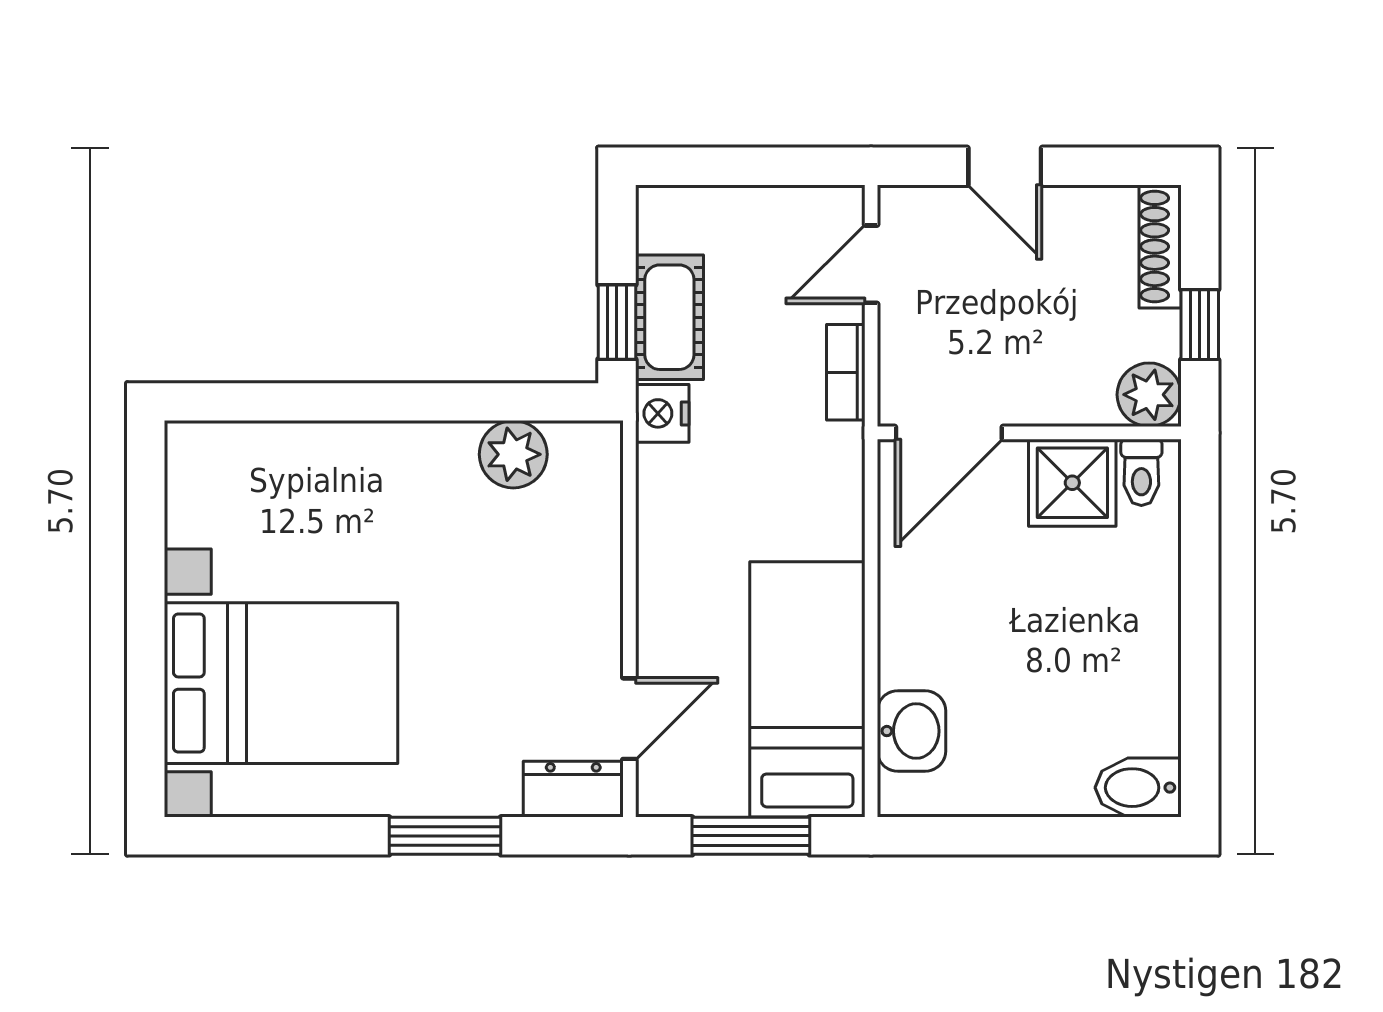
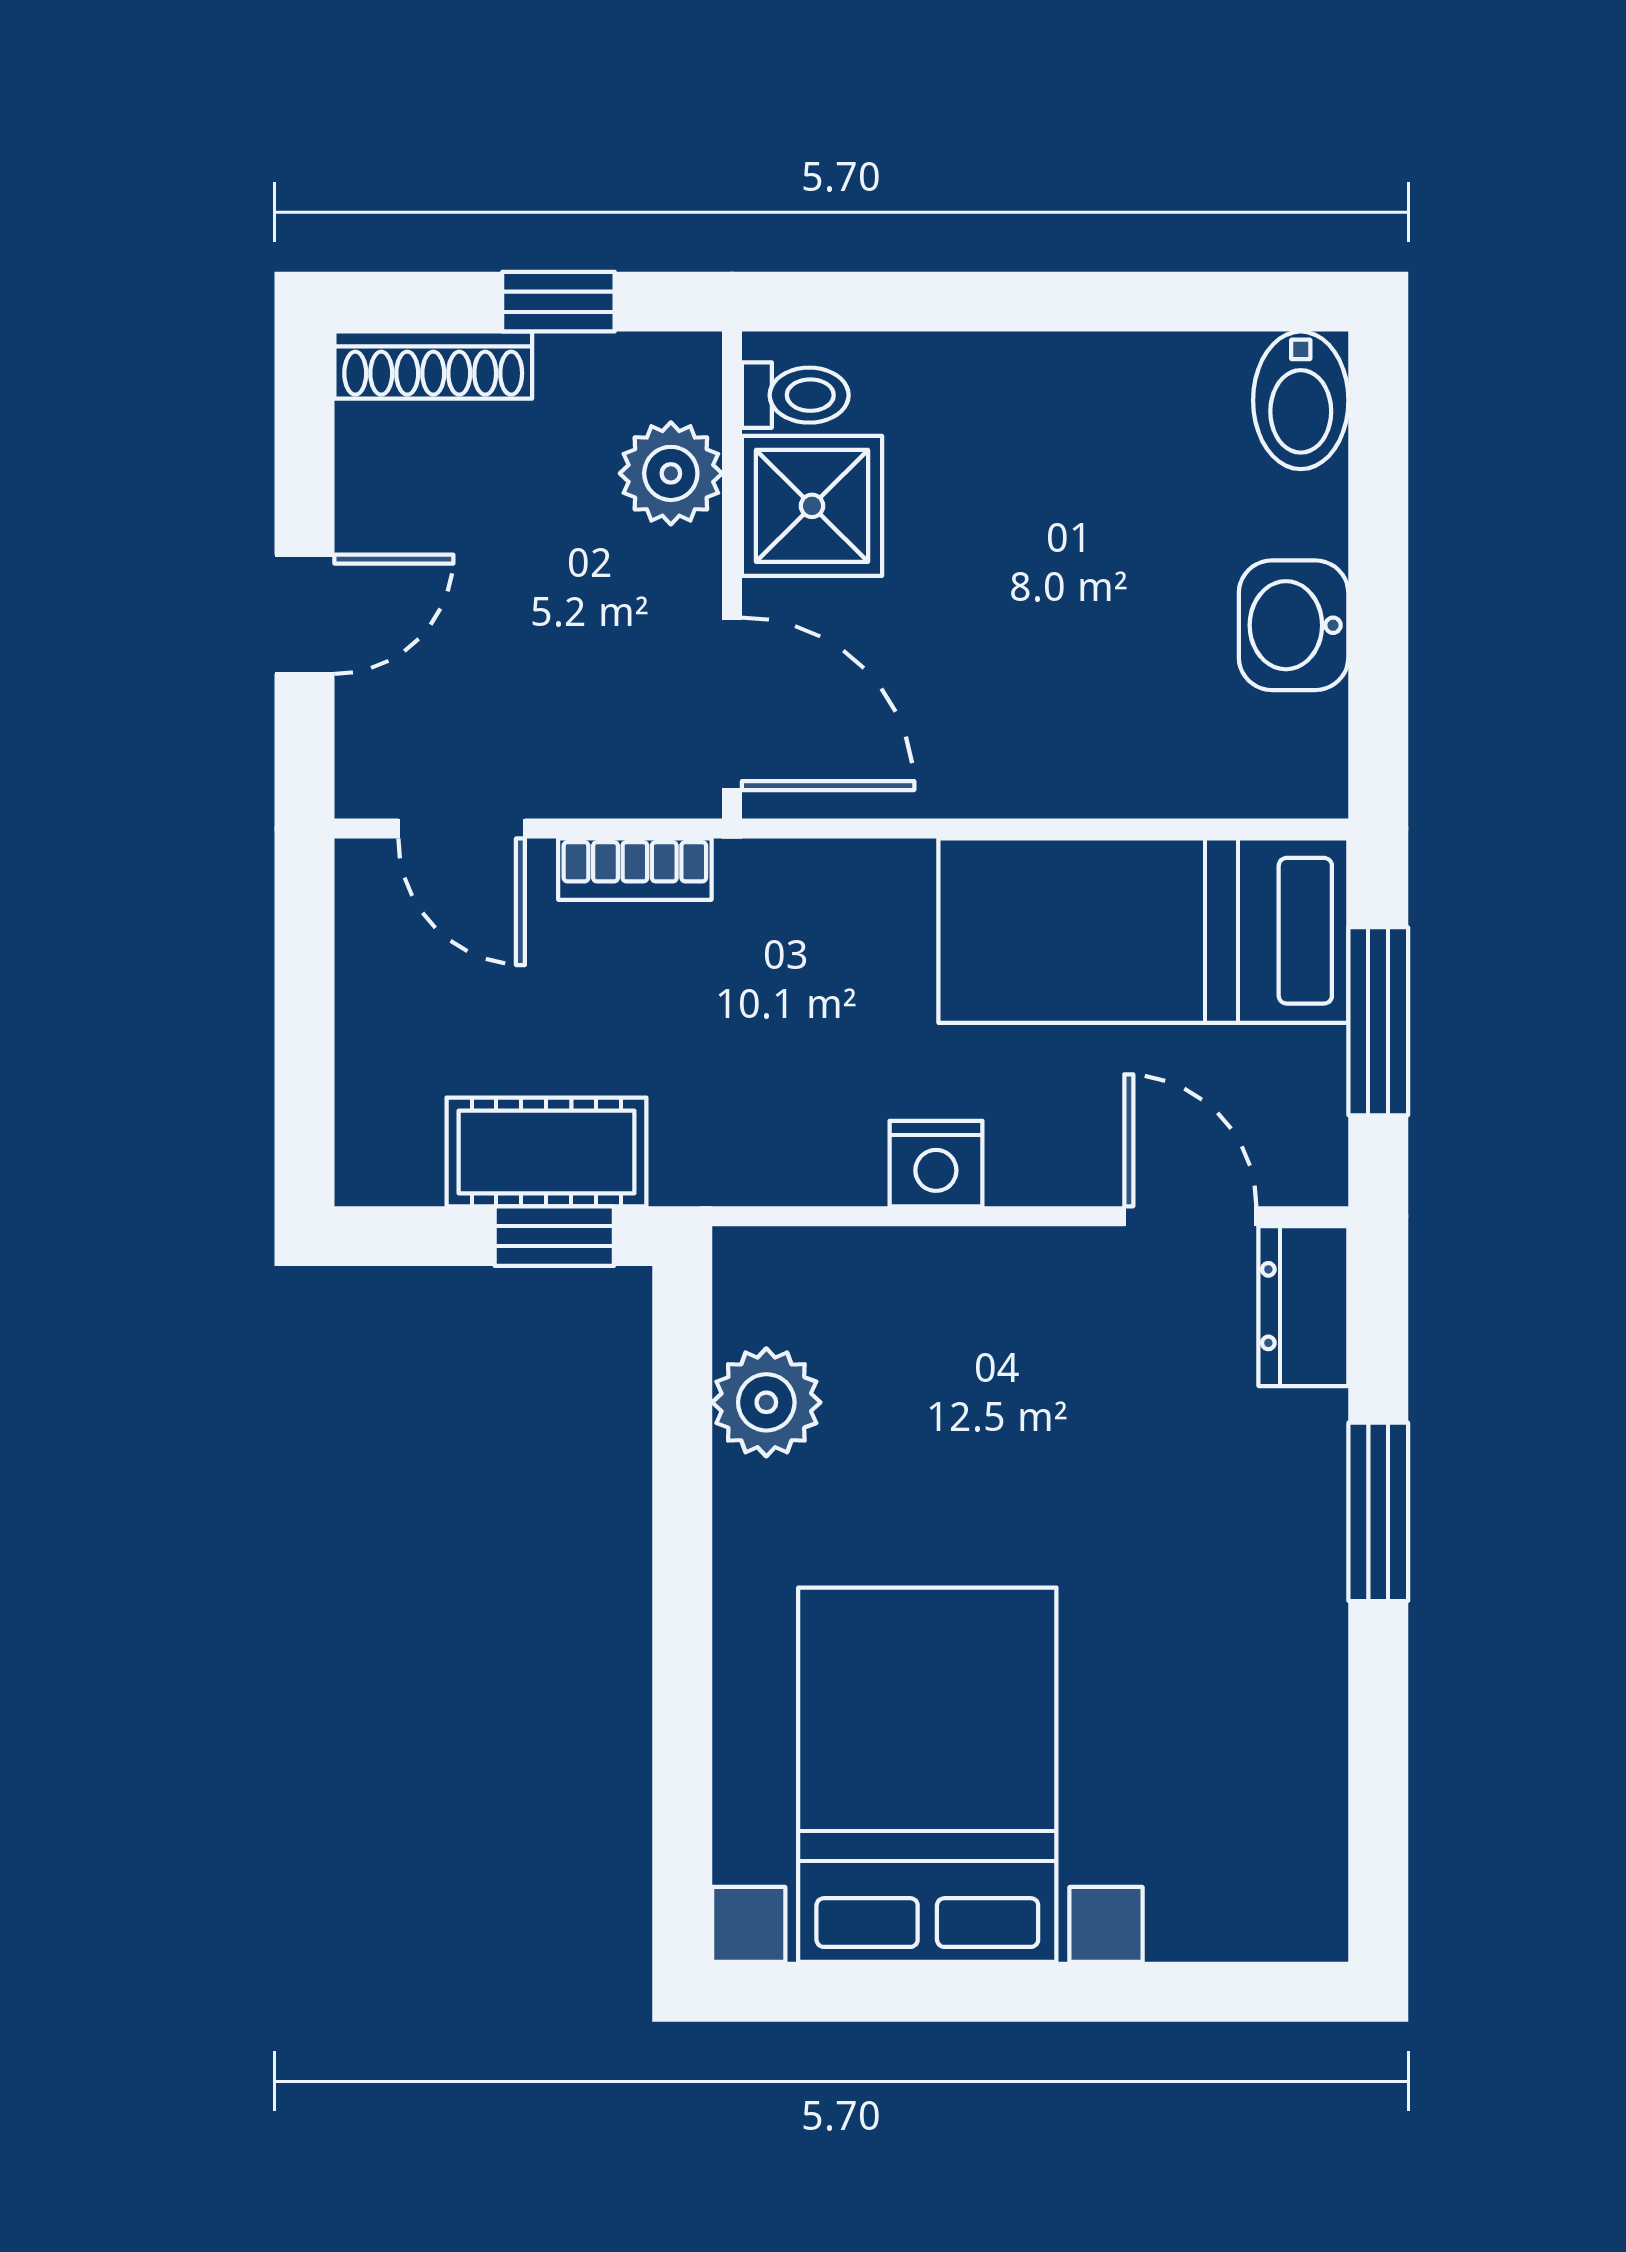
plant: (1149, 395) -> (671, 473), moved
nightstand: (662, 413) -> (936, 1164), moved
bed with nightstands: (281, 683) -> (927, 1775), moved
washbasin: (911, 731) -> (1294, 625), moved, turned -90

